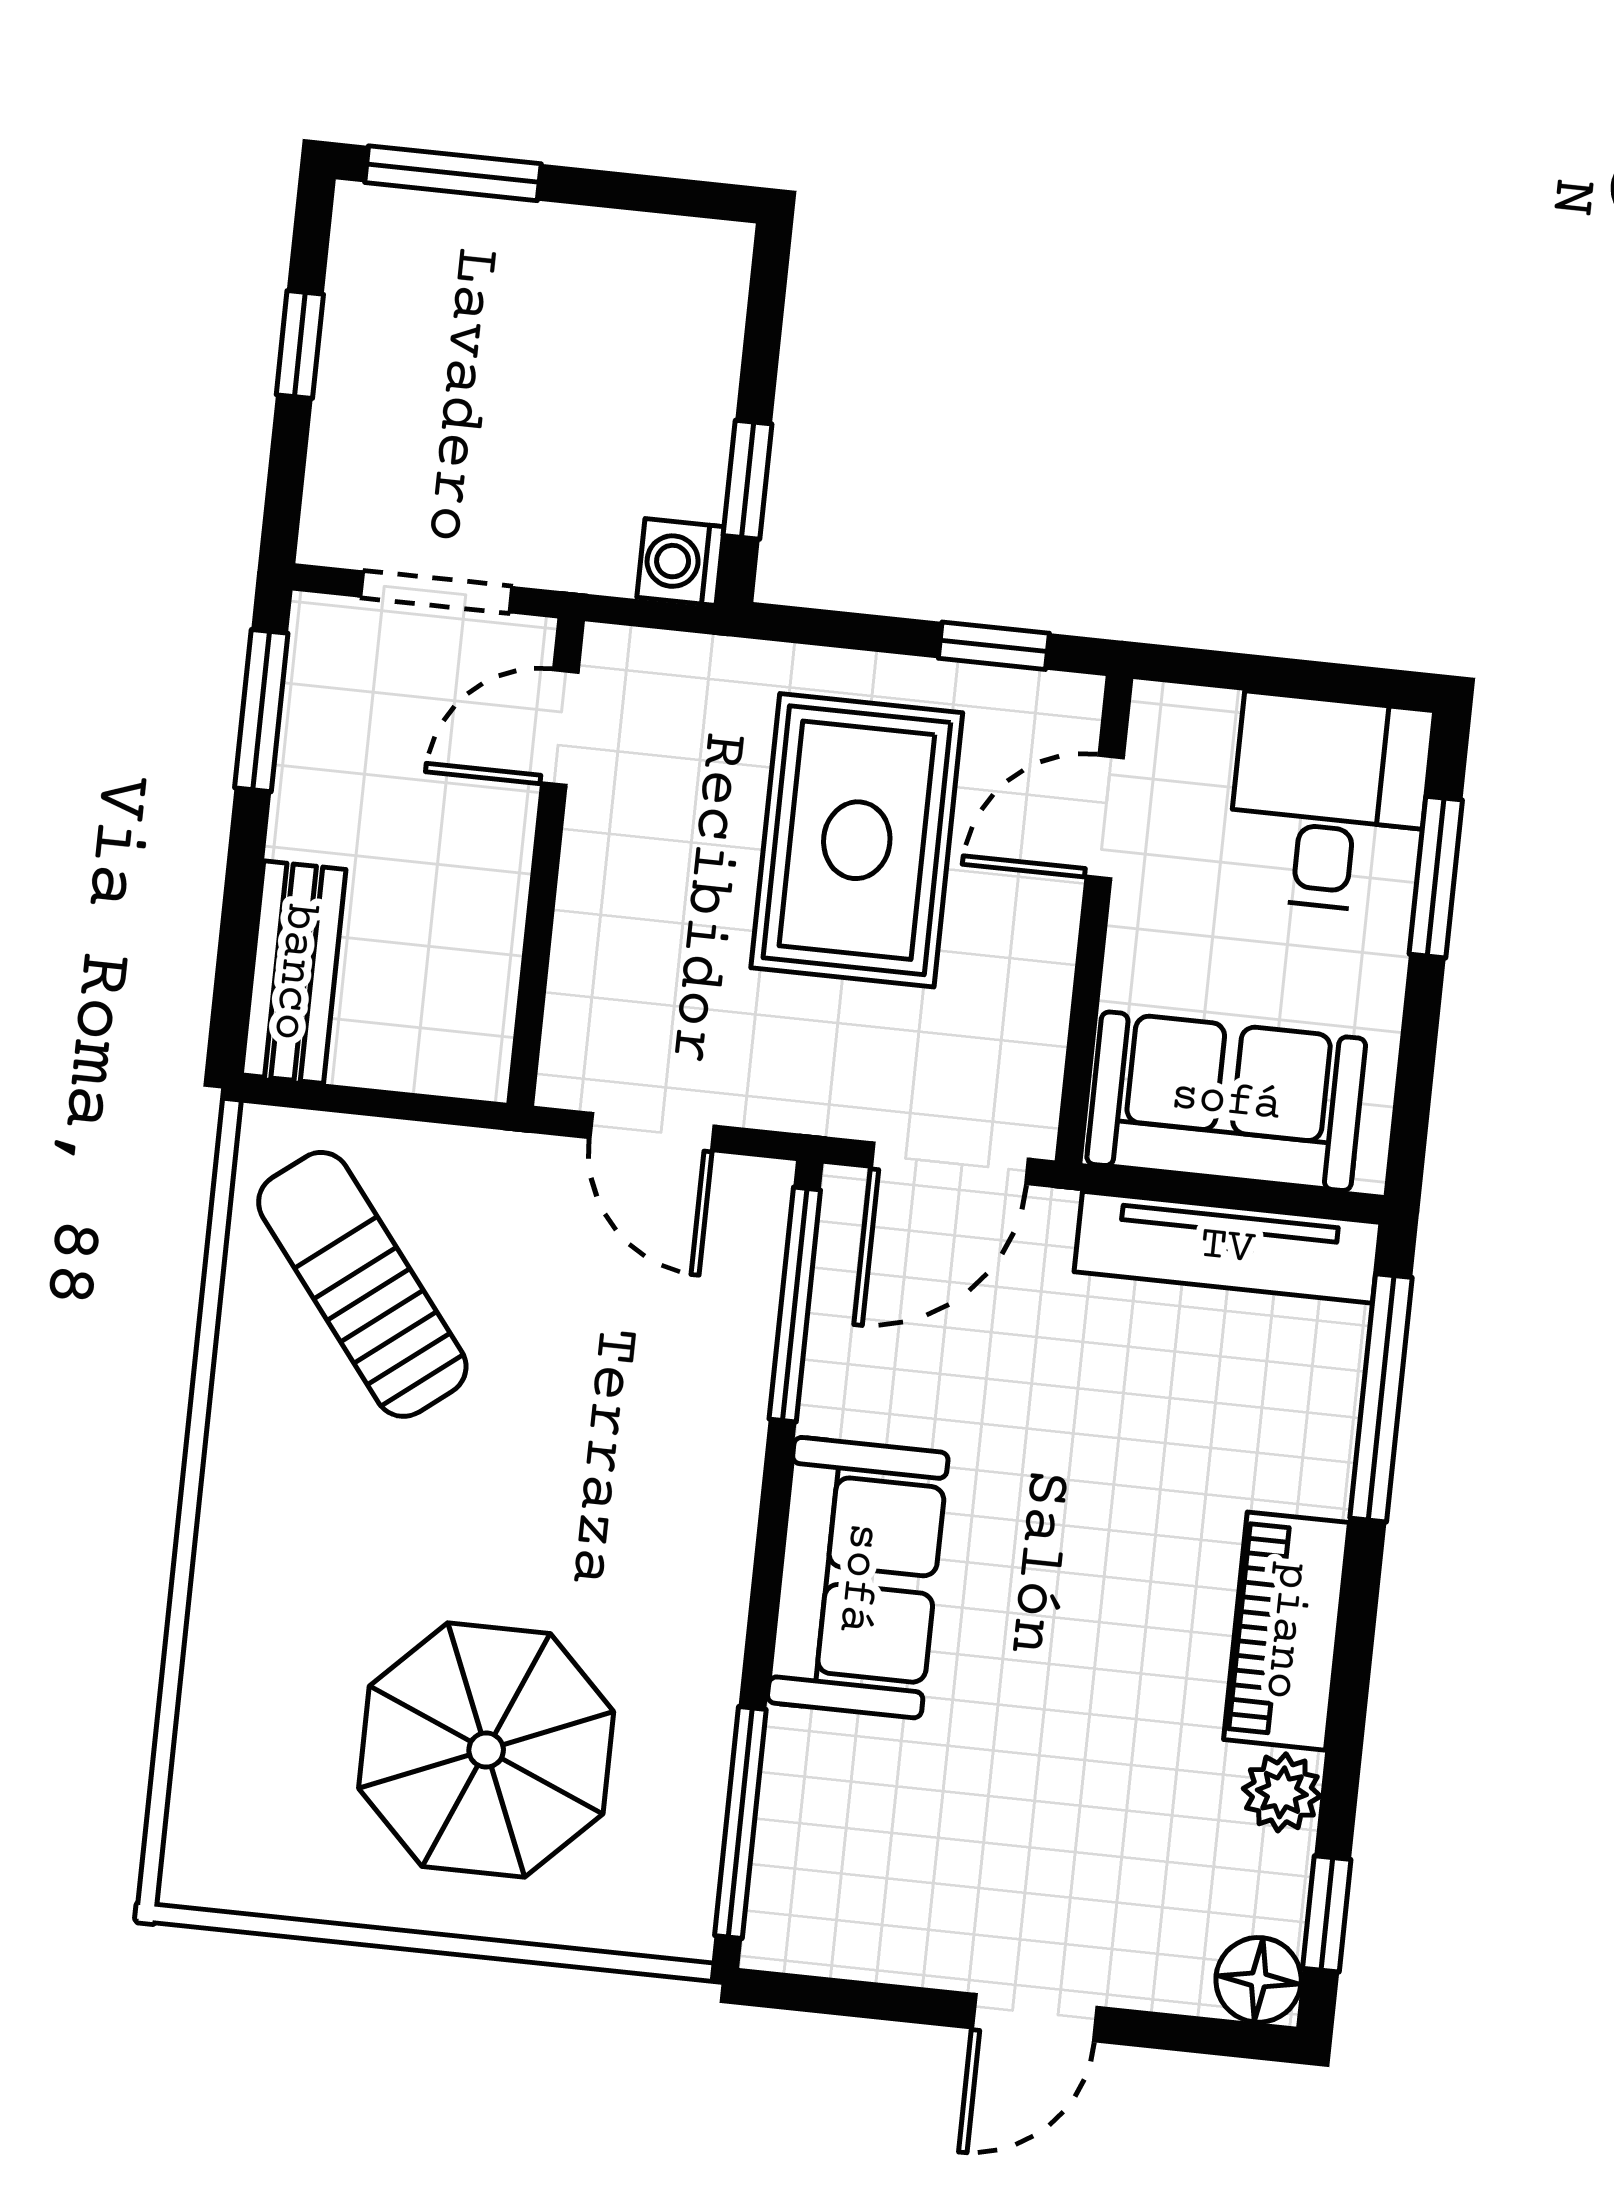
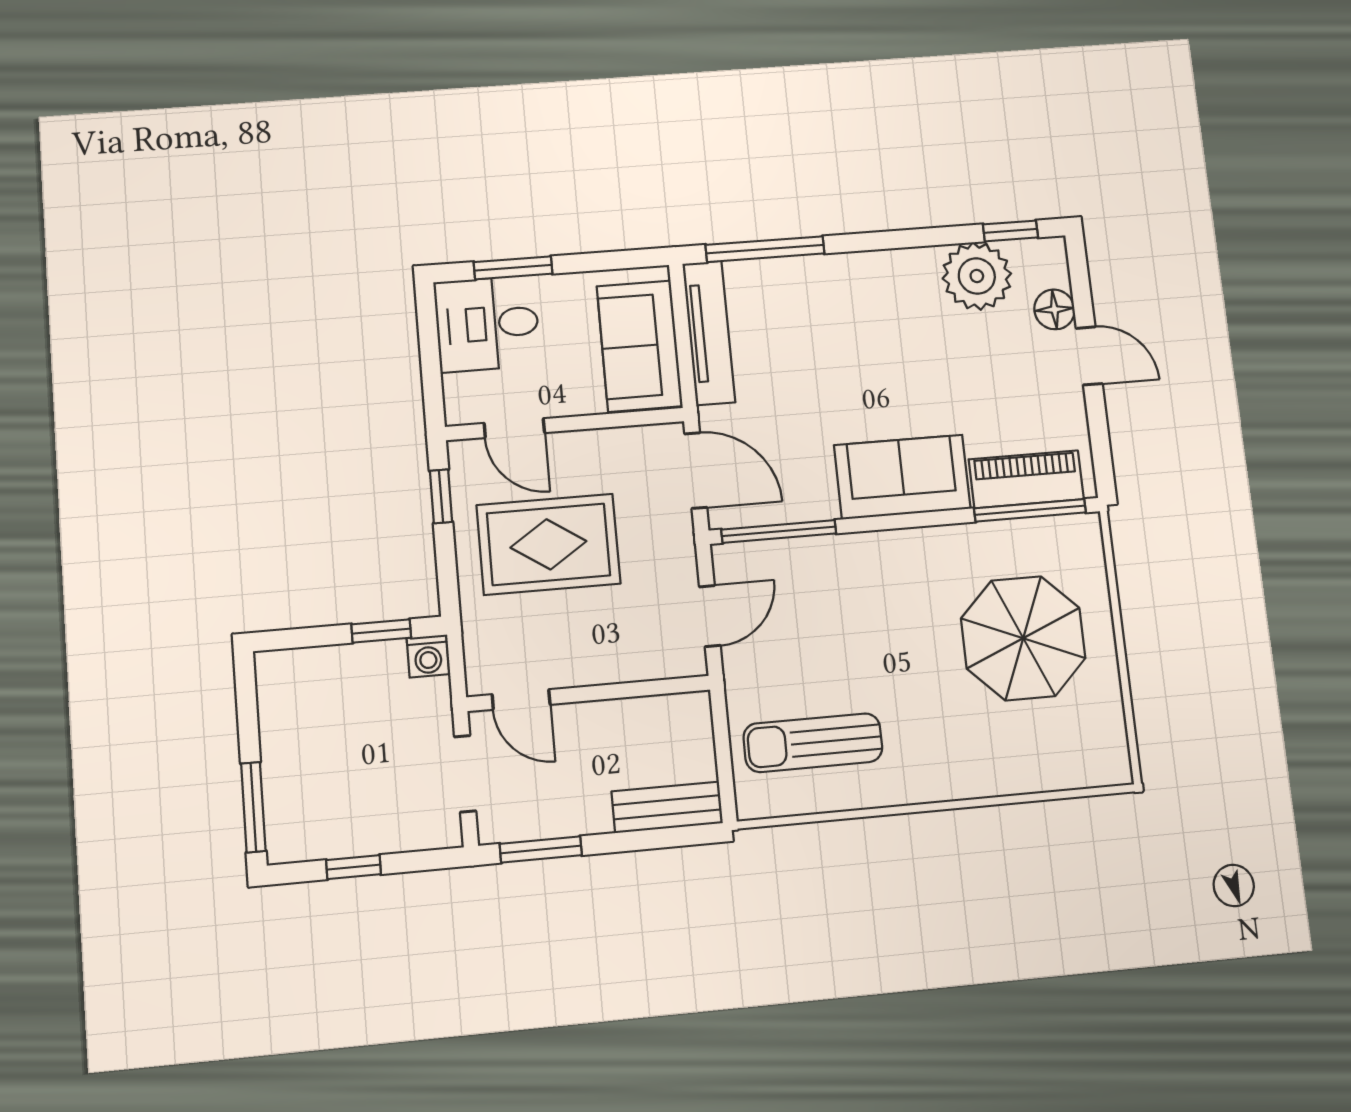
sun lounger: (362, 1284) -> (813, 743), turned 38
piano: (1286, 1631) -> (1026, 479), moved, turned 180
plant: (1282, 1792) -> (977, 276), width x1.87, depth x1.87
floor lamp: (1259, 1980) -> (1054, 309), moved

